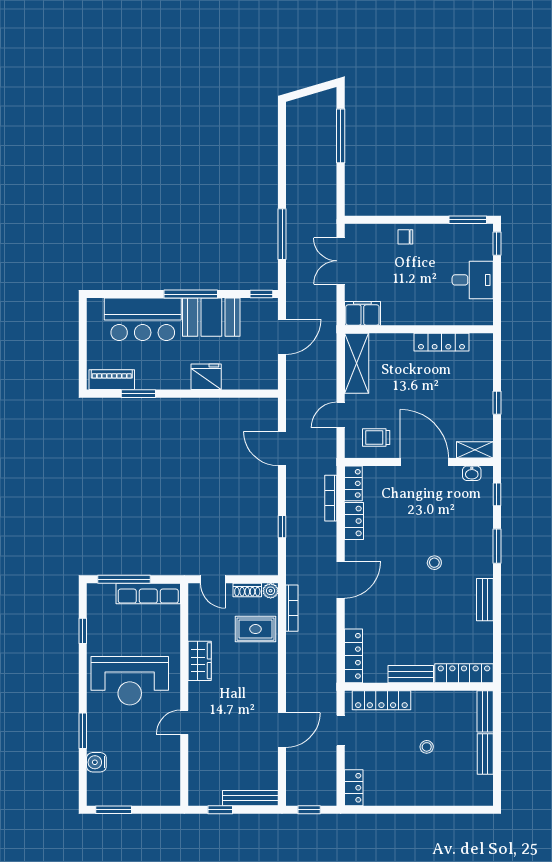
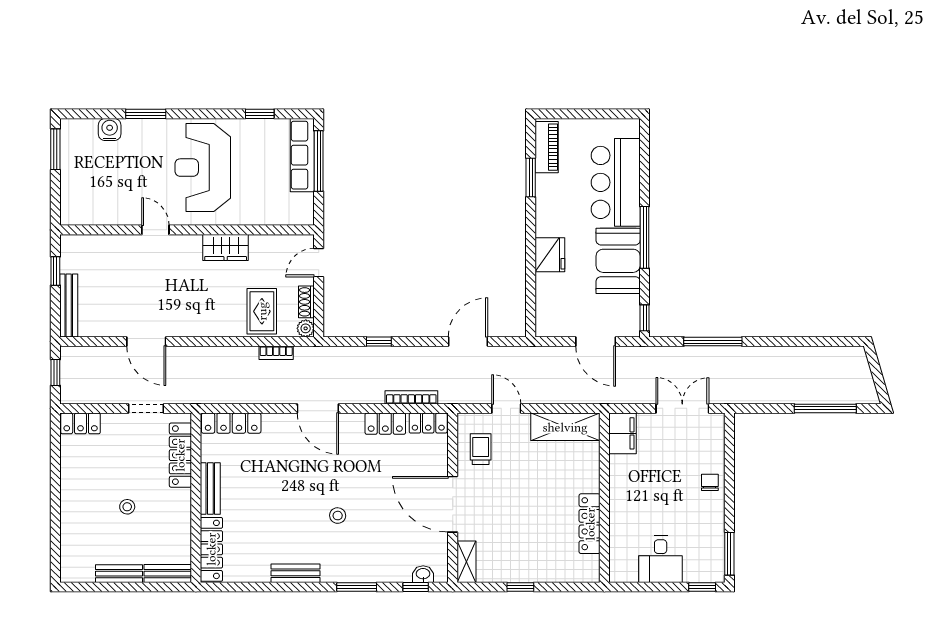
door: (424, 462) -> (453, 504), swing flipped
washbasin: (472, 473) -> (423, 574), moved, turned 90
row of seats: (148, 594) -> (302, 155), moved
bookcase: (292, 608) -> (276, 353), width x0.64

